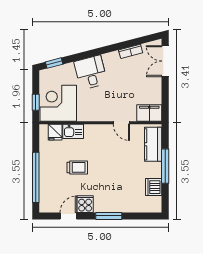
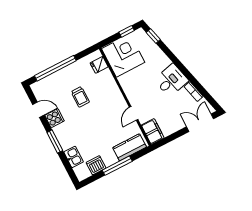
desk: (91, 72) -> (171, 80), moved
window: (36, 102) -> (127, 31), moved
kitchen sink: (73, 131) -> (74, 157), moved, turned 180

